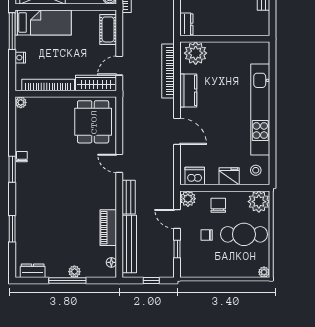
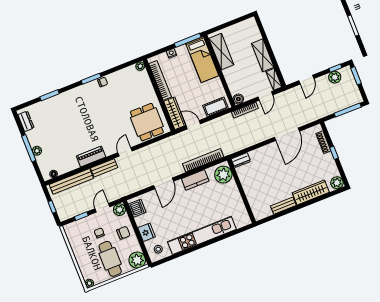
dining table: (93, 122) -> (147, 122), turned 90
piano: (108, 228) -> (91, 157), moved

